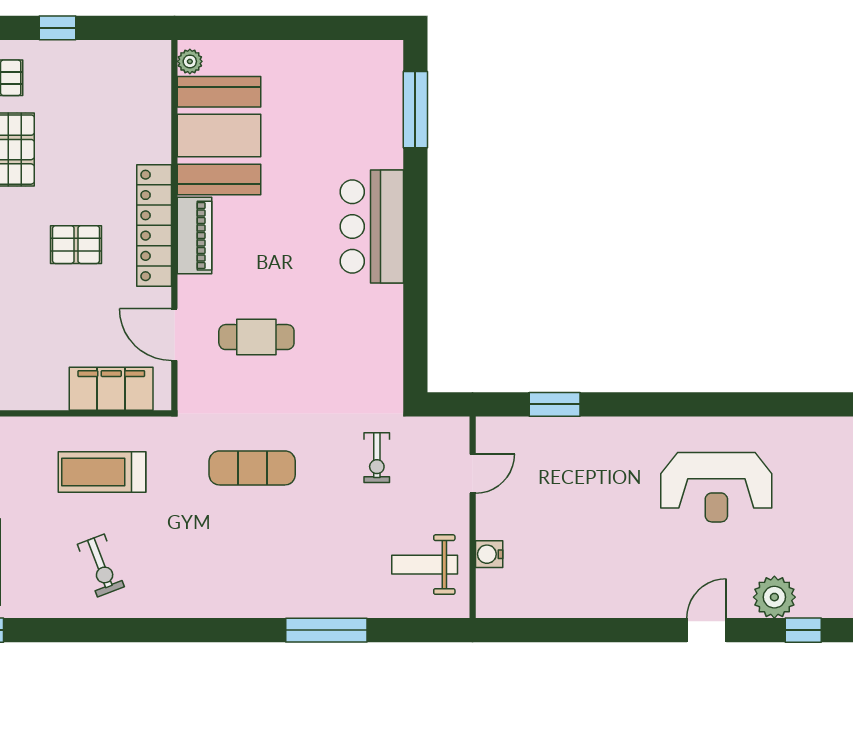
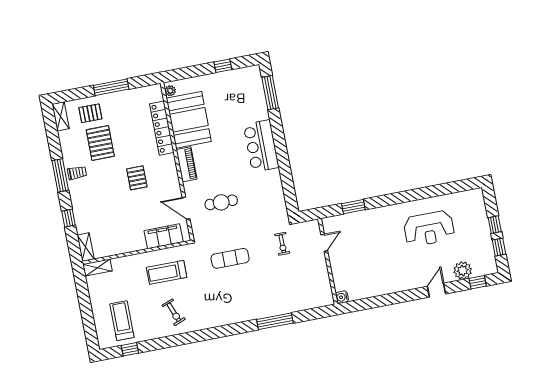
window: (57, 28) -> (111, 87), width x2.17
window: (320, 28) -> (223, 66), added
locker: (154, 225) -> (162, 128), moved
pallet: (76, 245) -> (137, 178), turned 90
water cooler: (489, 554) -> (342, 297), moved
weight bench: (425, 565) -> (311, 285), removed

